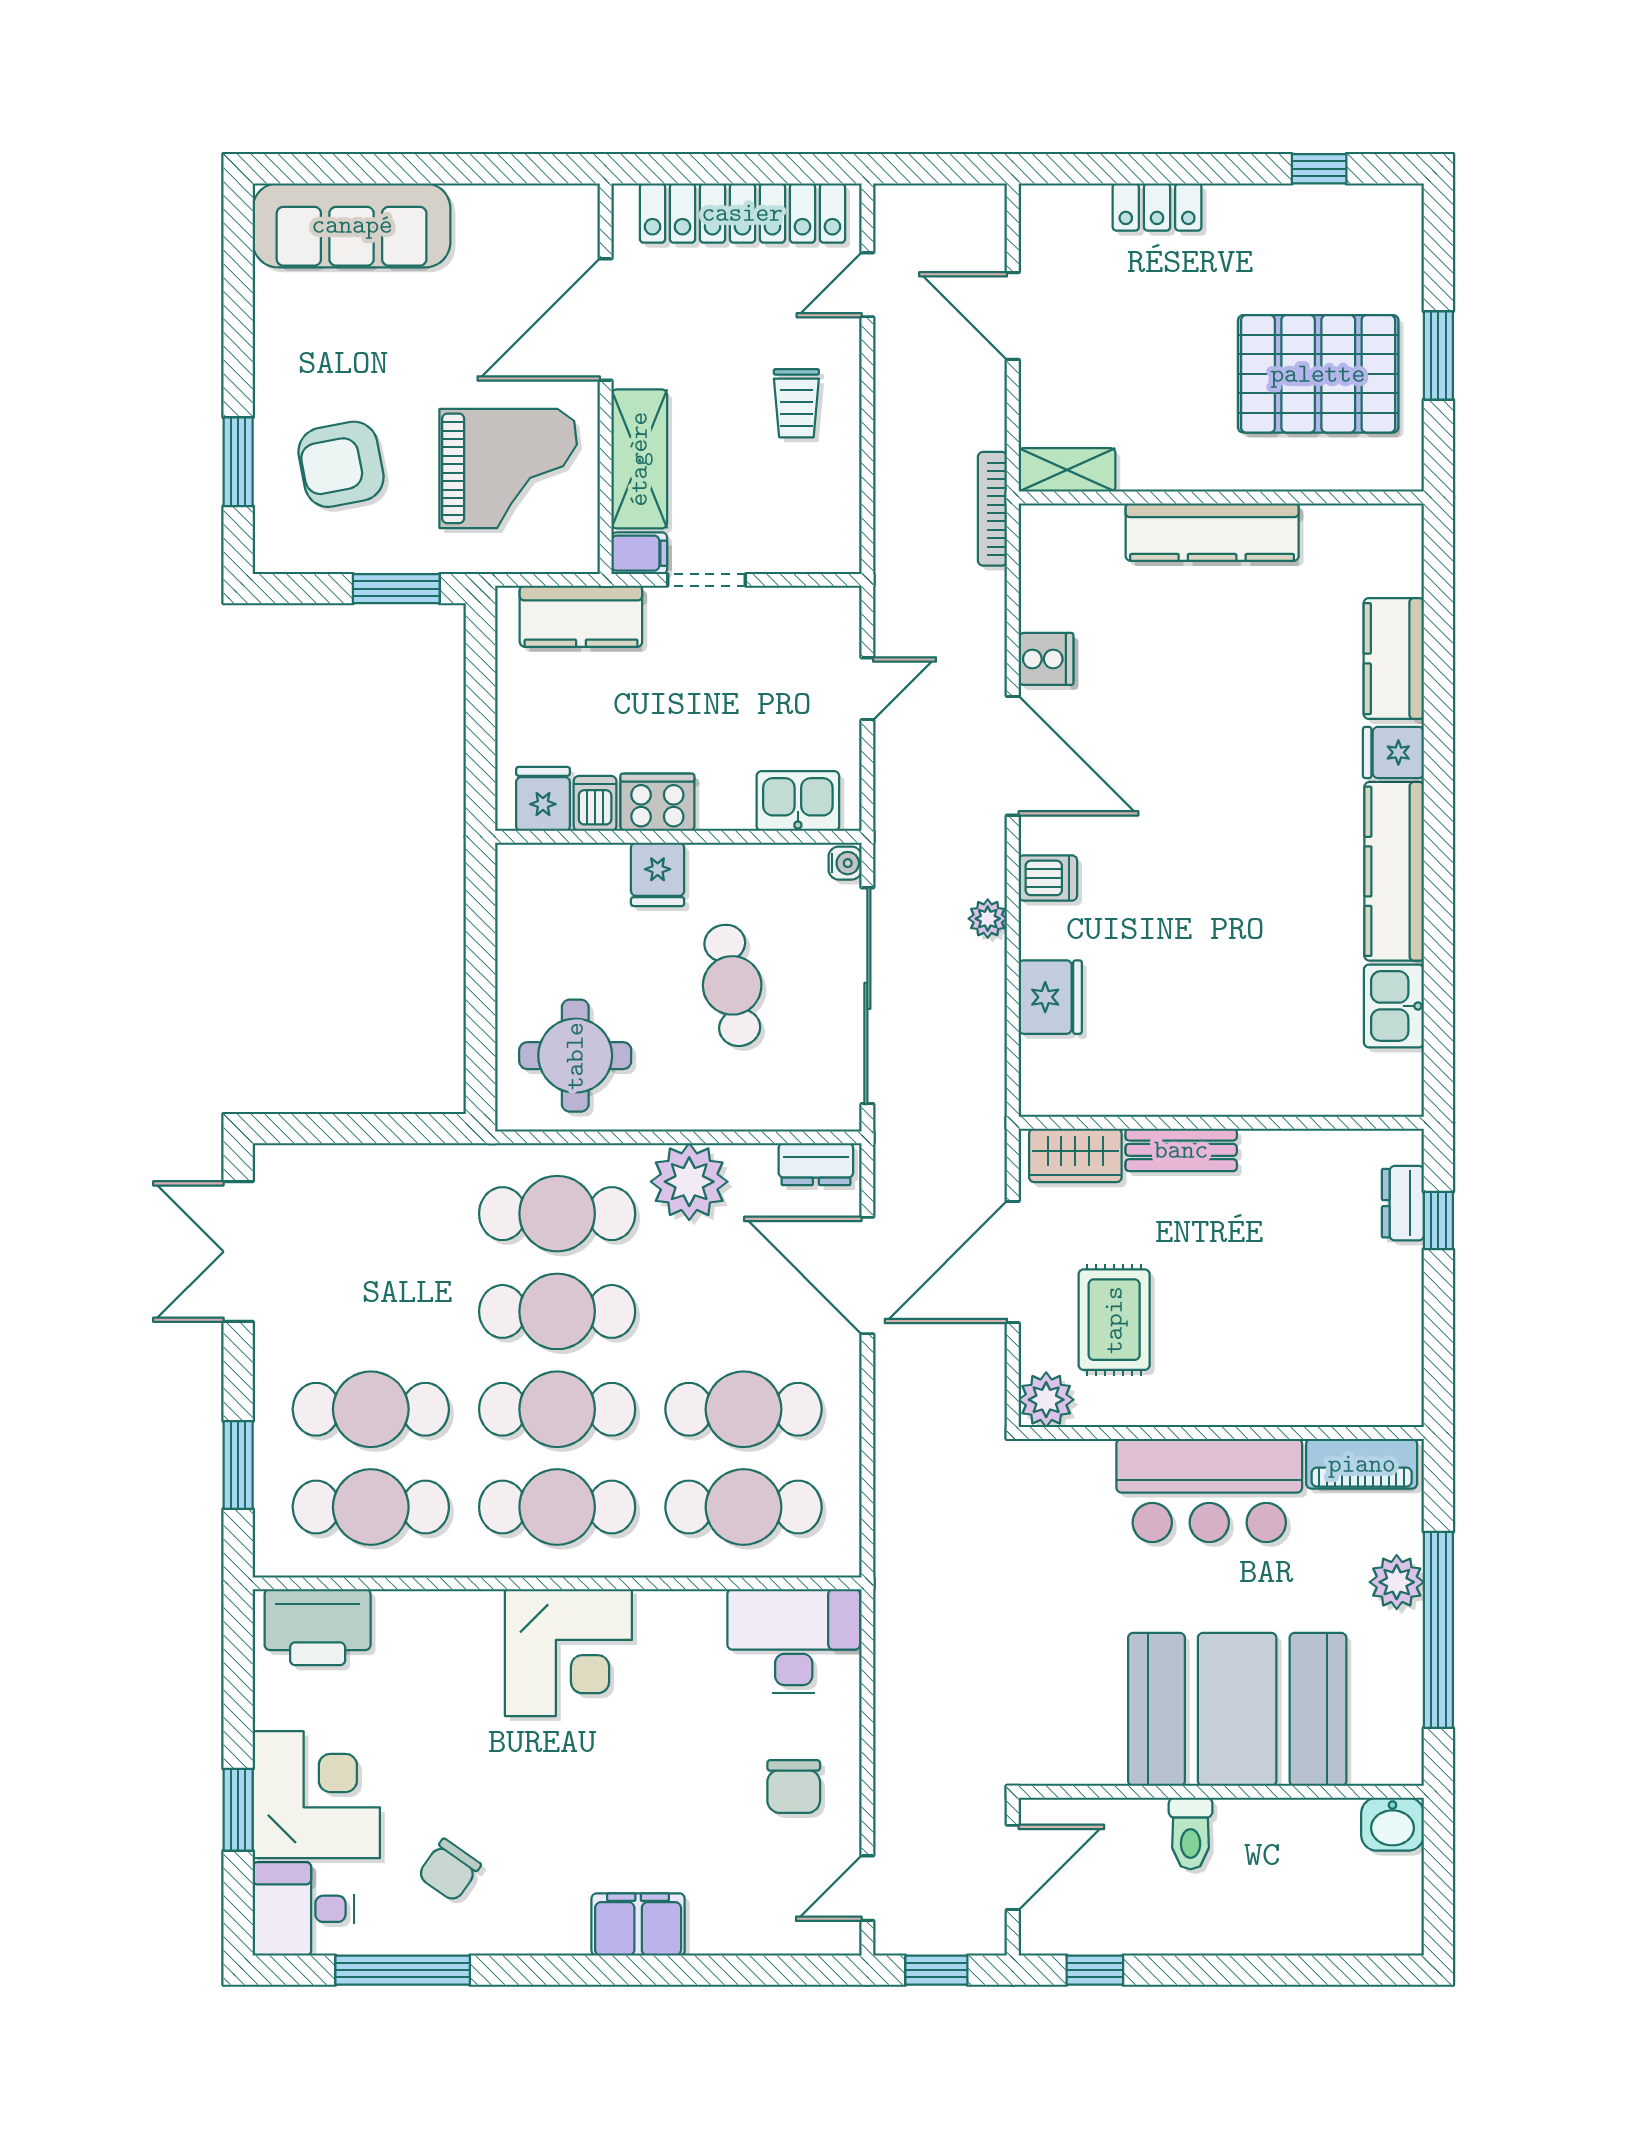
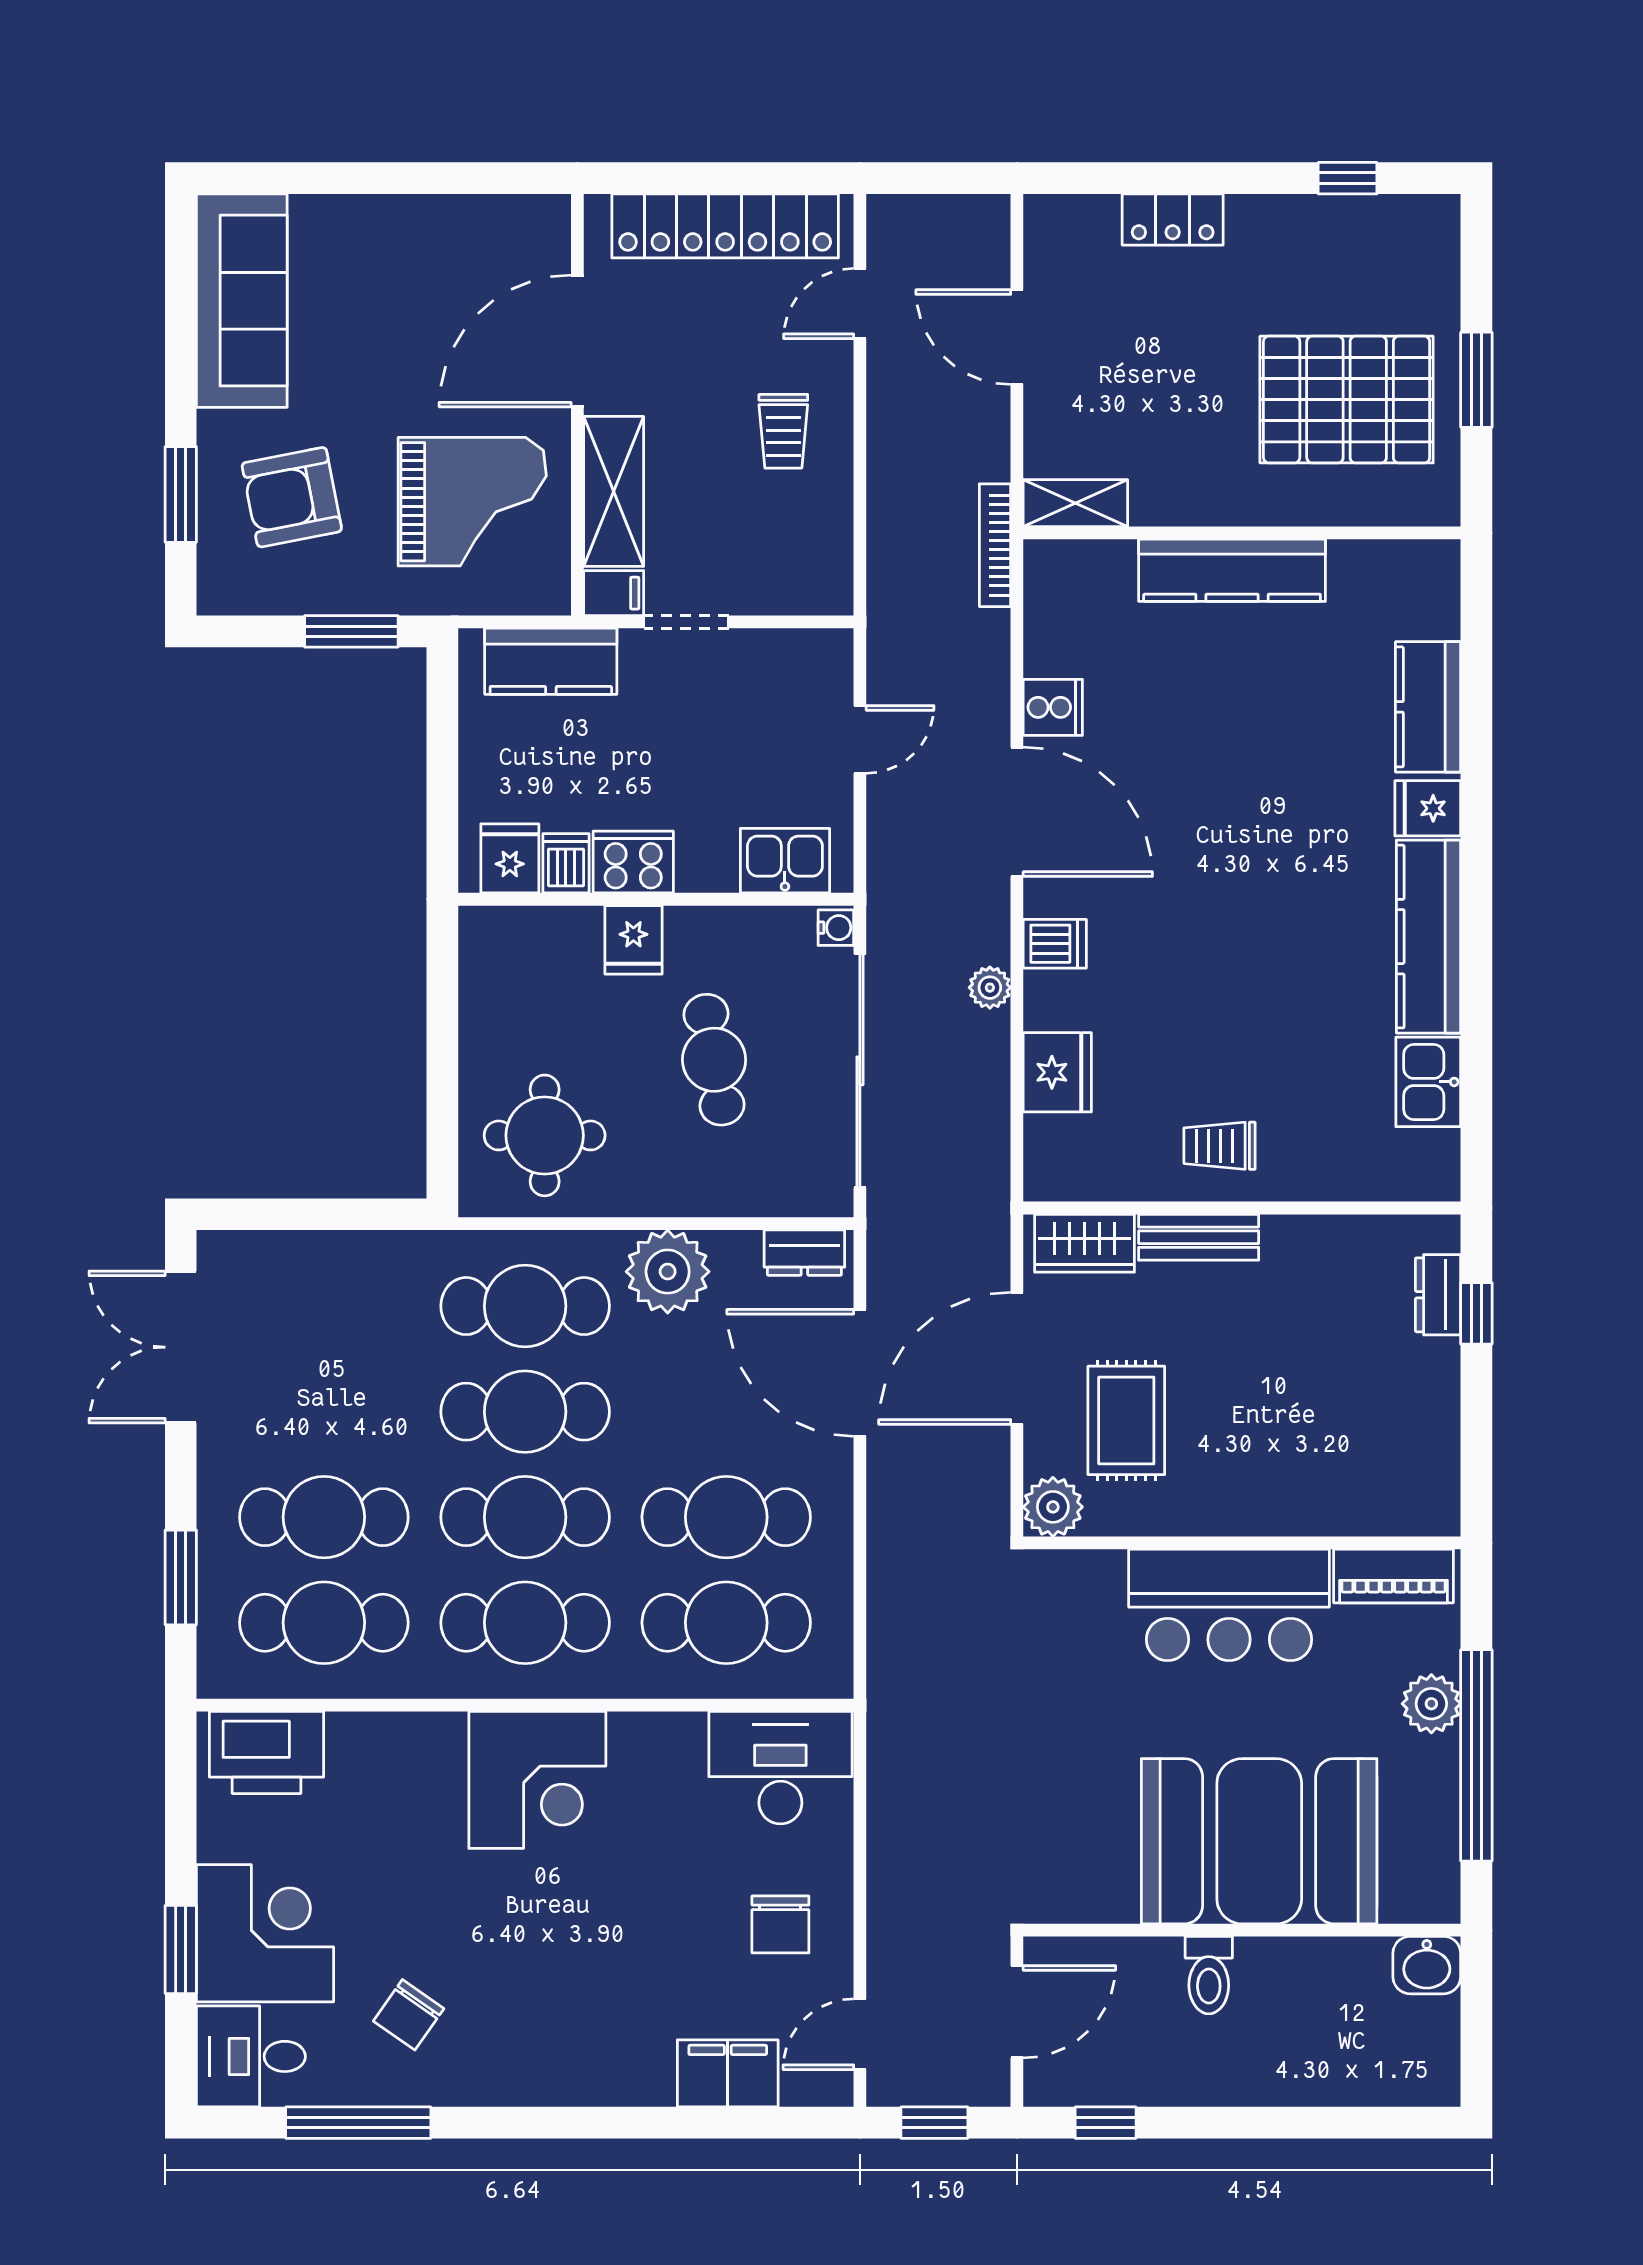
sofa: (352, 225) -> (242, 301), moved, turned -90
trolley: (1200, 1065) -> (1220, 1146), added
filing cabinet: (638, 1925) -> (728, 2073), moved

